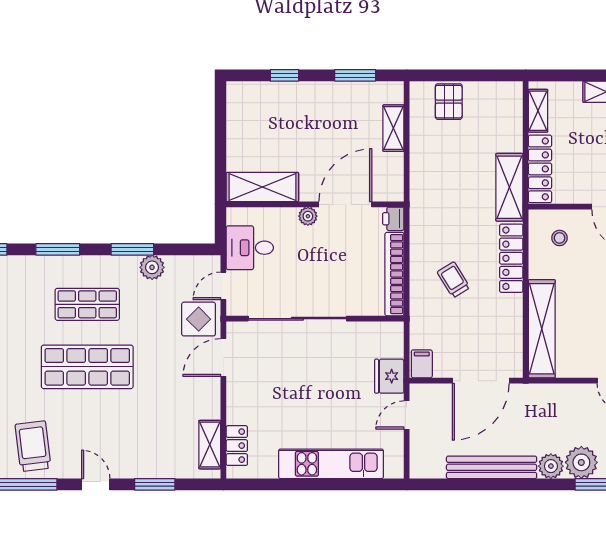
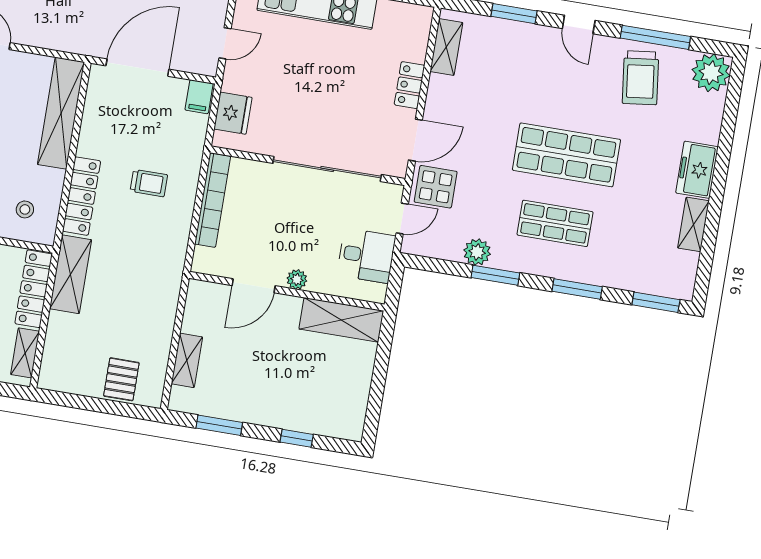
door: (345, 204) -> (254, 286), width x0.73
printer: (393, 219) -> (204, 261), removed
trolley: (454, 280) -> (149, 183), turned -58
fridge: (389, 376) -> (233, 113), moved
locker: (237, 446) -> (409, 85), moved

